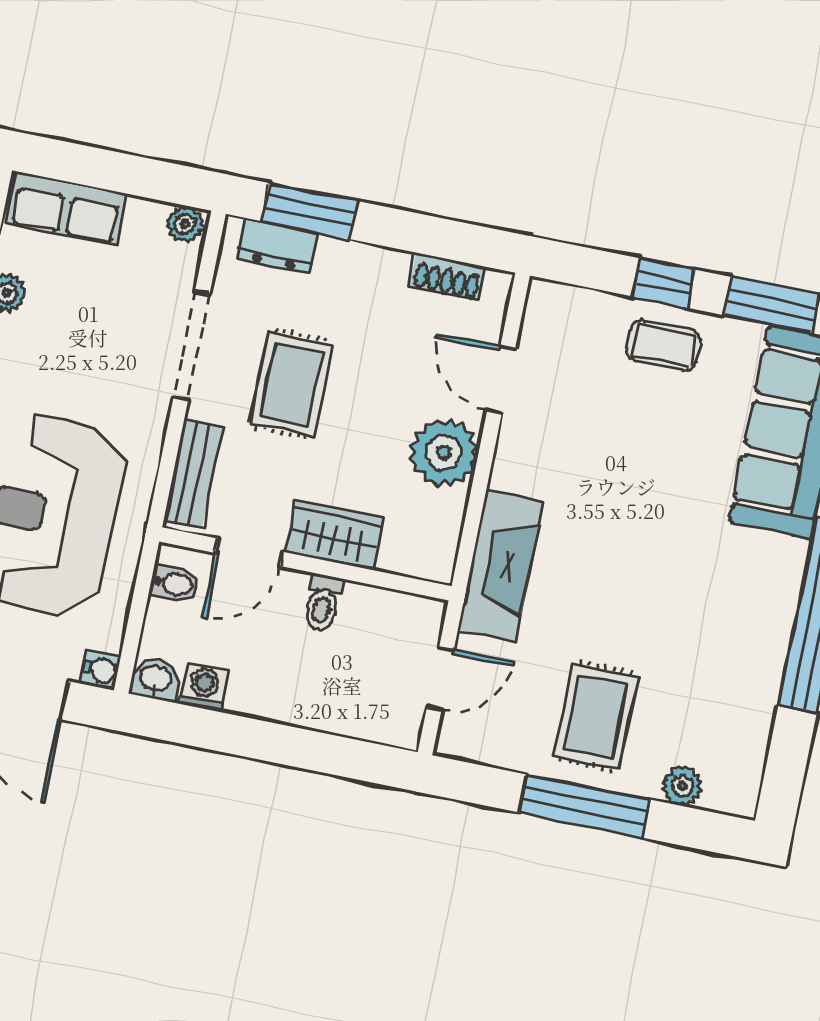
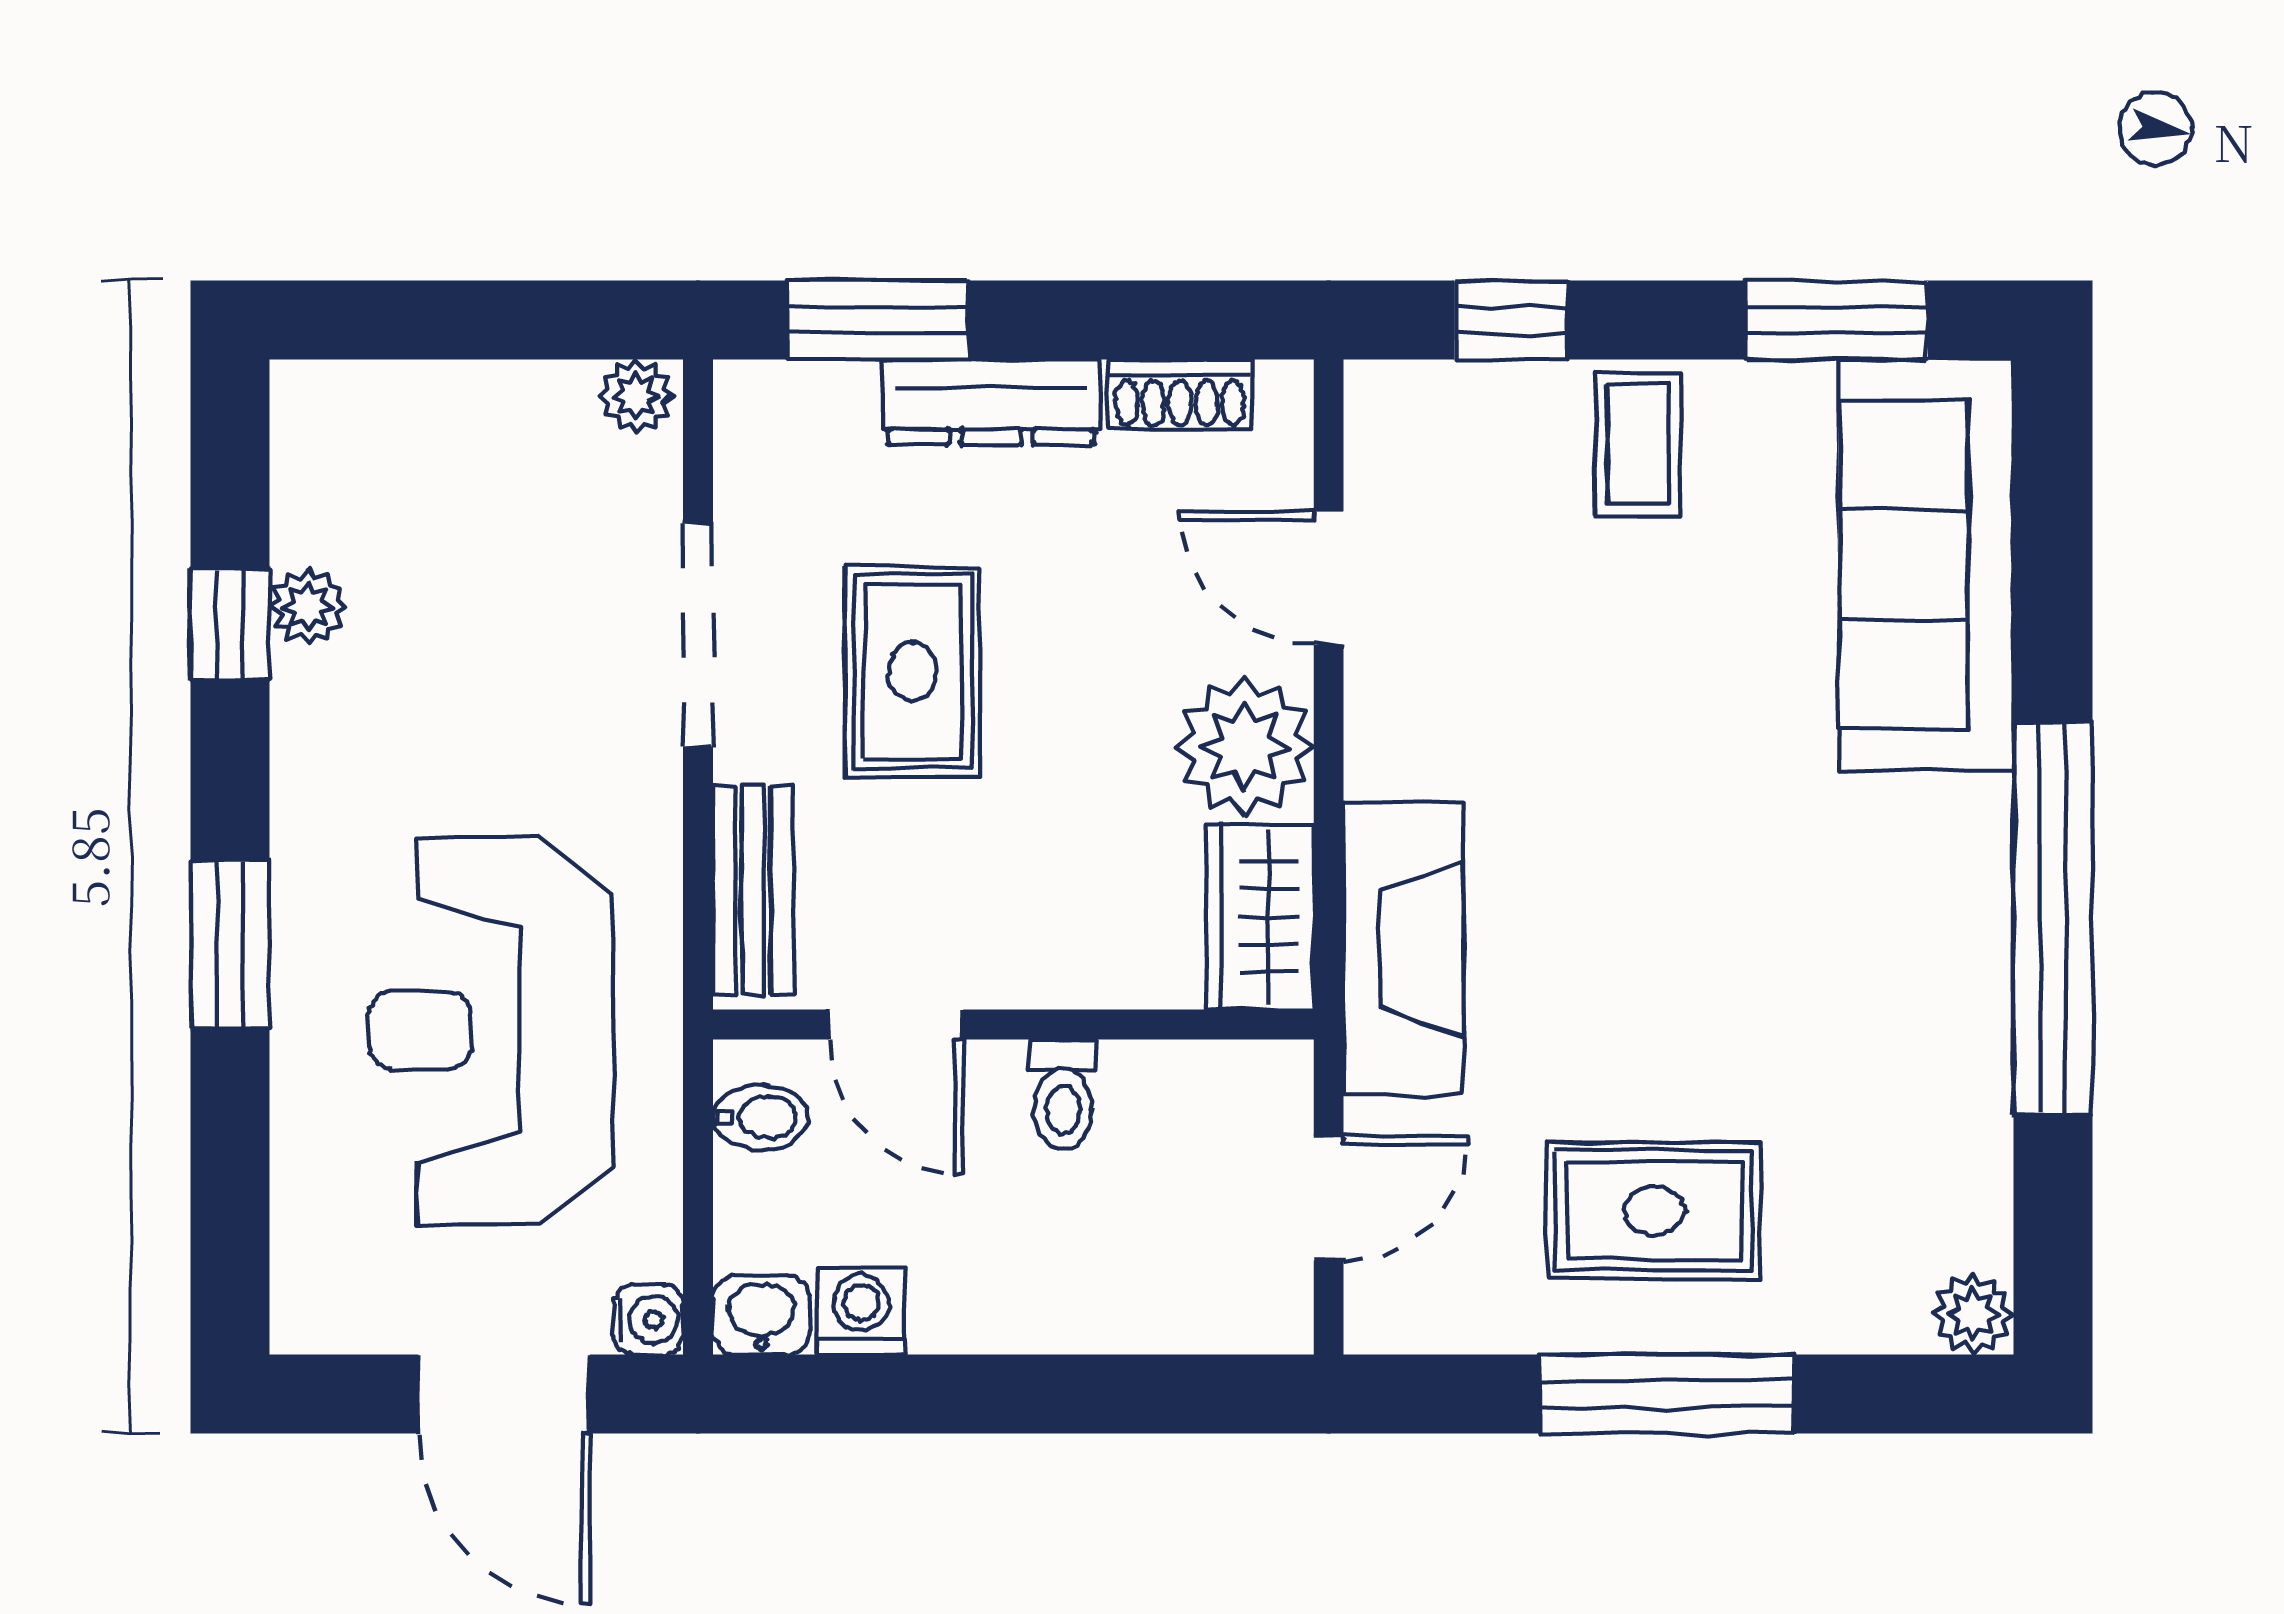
row of seats: (66, 209) -> (393, 414), removed
dresser: (277, 245) -> (991, 402), moved, width x1.44
window: (663, 283) -> (1511, 320), moved
coffee table: (663, 345) -> (1638, 444), turned 90
wardrobe: (334, 535) -> (1260, 917), moved, turned -90
door: (249, 552) -> (896, 1025), hinge flipped
rug: (596, 716) -> (1654, 1211), turned 90
plant: (682, 786) -> (1973, 1314), moved

